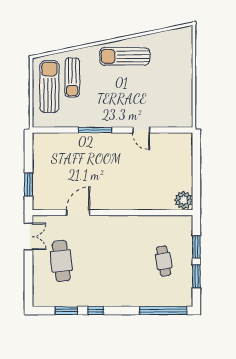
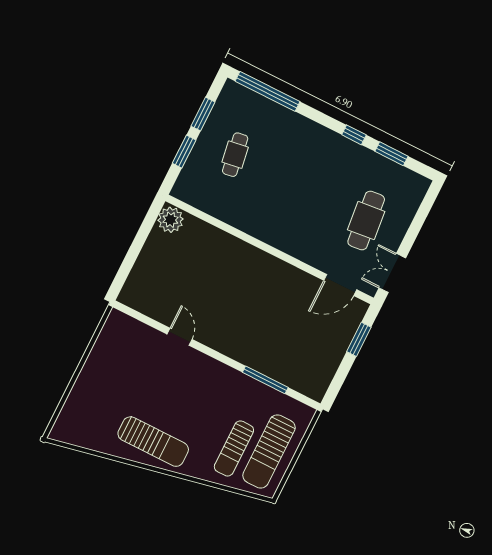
sun lounger: (72, 77) -> (234, 448), turned 180
window: (95, 130) -> (265, 380), moved
door: (78, 213) -> (340, 285), moved

